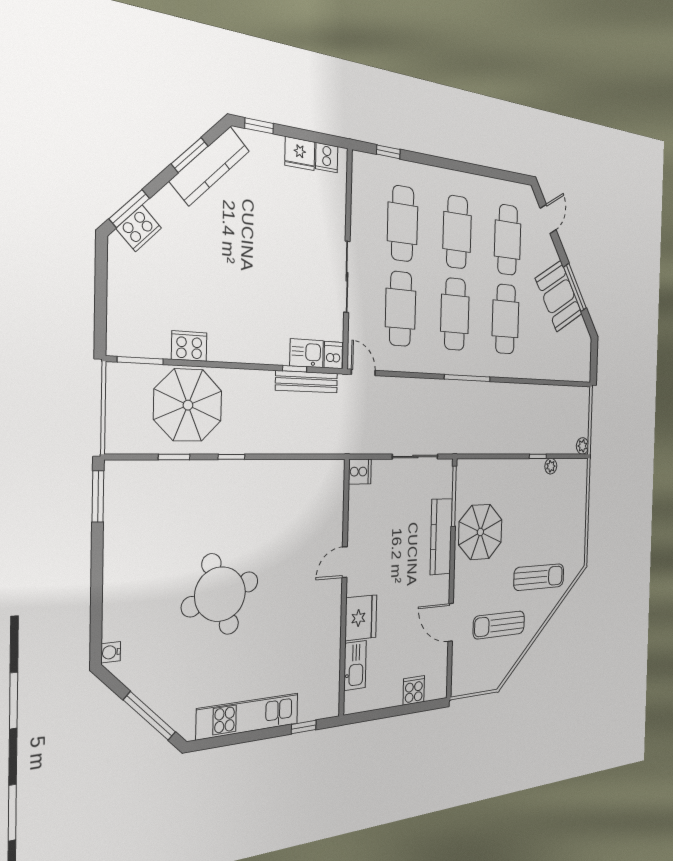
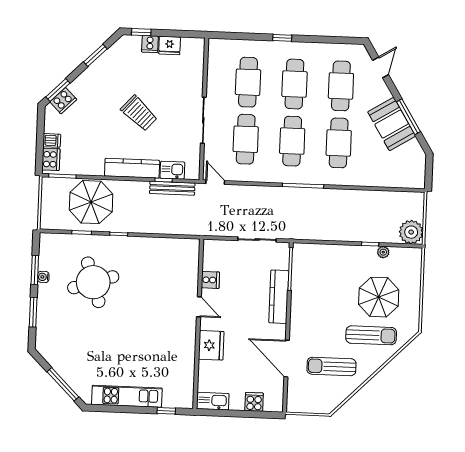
window: (388, 152) -> (282, 38), moved
cooker: (327, 158) -> (150, 44), moved
kitchen counter: (210, 166) -> (132, 168), moved, turned -135
trolley: (258, 259) -> (139, 113), added
cooker: (189, 346) -> (51, 159), moved, turned 90
dishwasher: (333, 355) -> (52, 140), moved, turned 90
plant: (583, 446) -> (411, 232), width x1.87, depth x1.87
cooker: (360, 472) -> (210, 280), moved
window: (98, 496) -> (35, 270), moved
parasol: (480, 532) -> (379, 297), moved
door: (345, 562) -> (199, 307), swing flipped
round table: (220, 594) -> (93, 282), moved
window: (97, 601) -> (33, 312), added
door: (451, 622) -> (287, 359), width x1.36
water cooler: (111, 652) -> (43, 277), moved
kitchen sink: (355, 665) -> (213, 401), moved, turned -90

